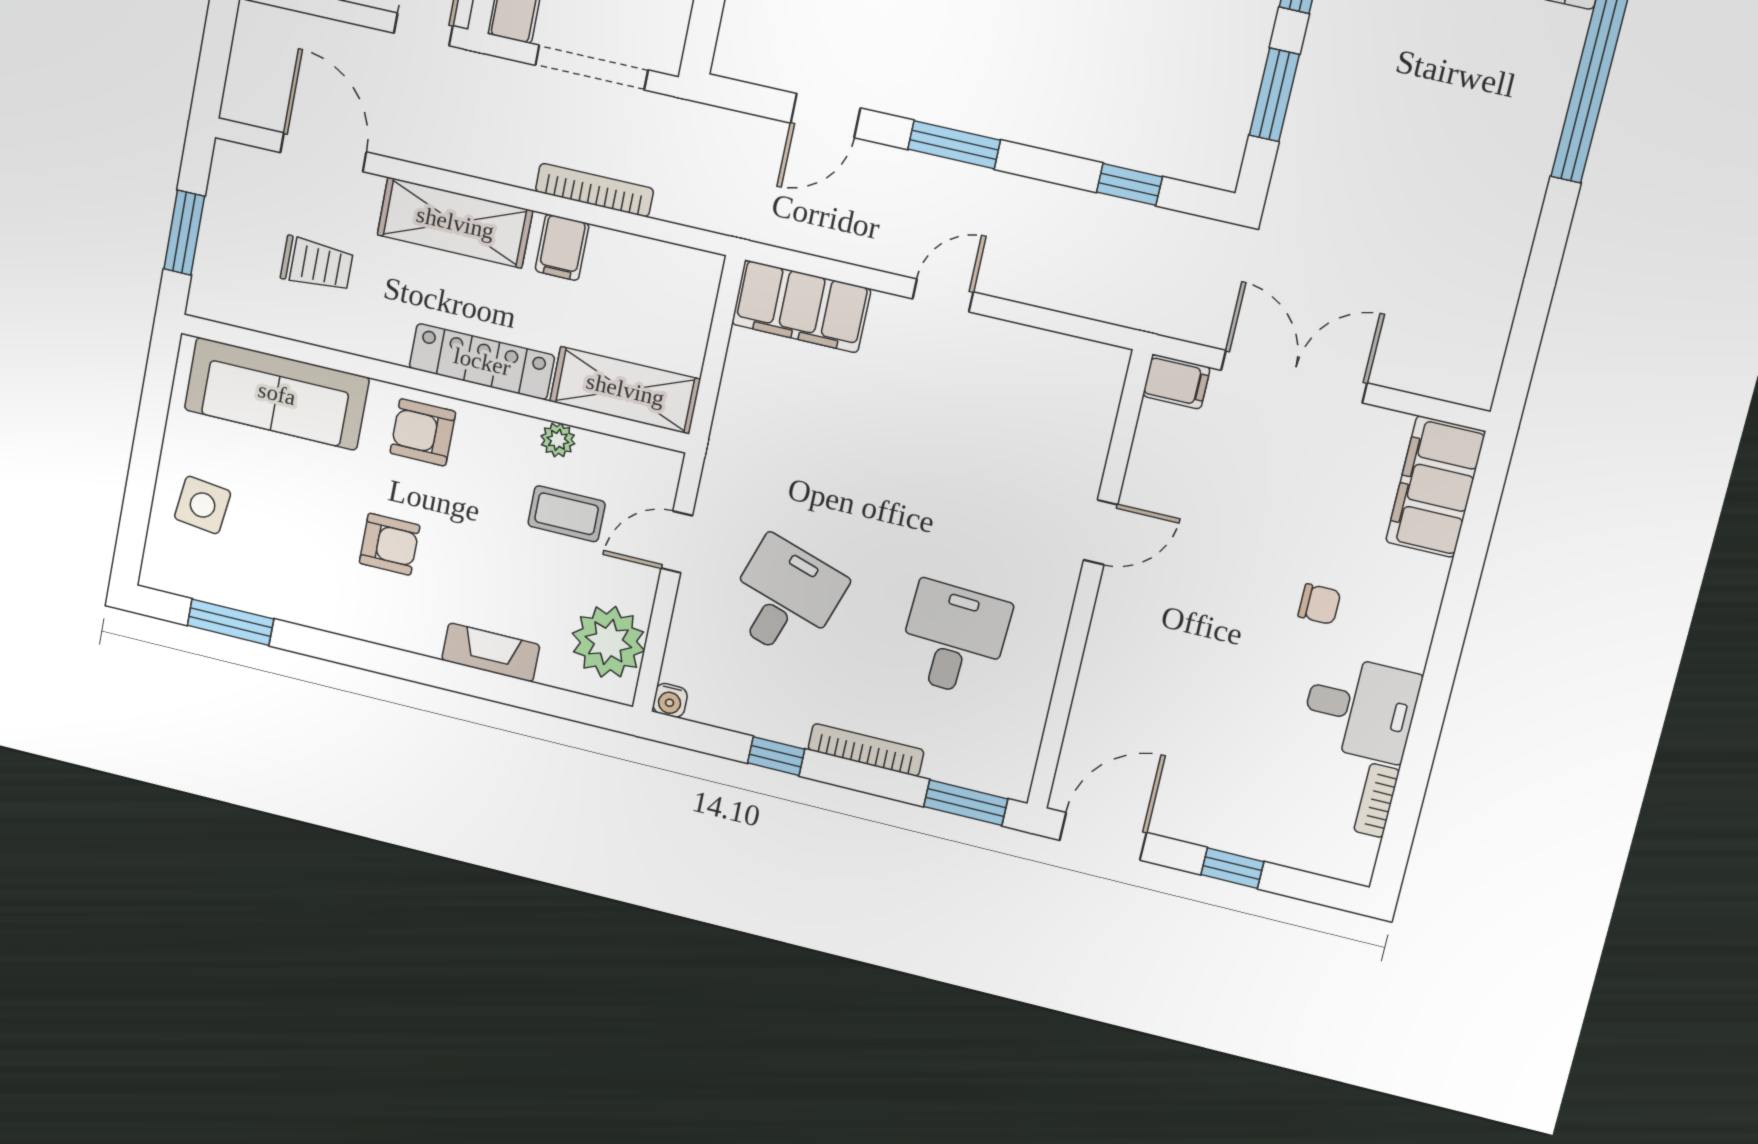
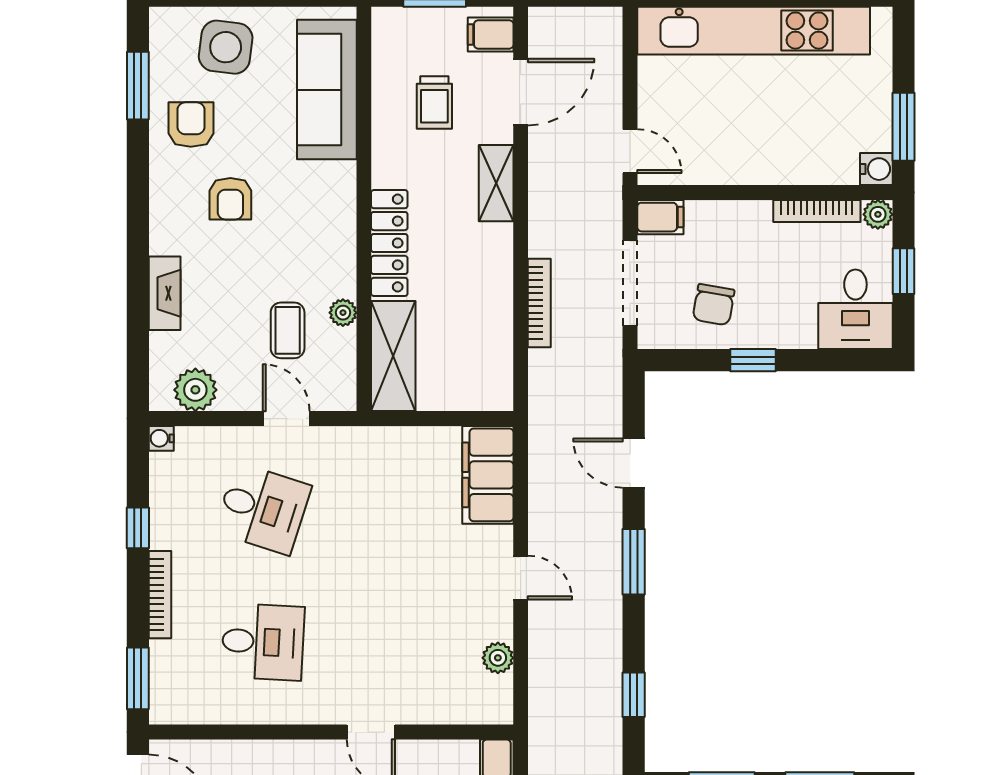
shelving: (455, 223) -> (496, 183), width x0.67, depth x0.75
filing cabinet: (562, 247) -> (491, 34), moved
plant: (1041, 349) -> (498, 658), added
armchair: (423, 432) -> (191, 125), moved
side table: (203, 505) -> (226, 47), width x1.37, depth x1.37
plant: (608, 642) -> (195, 390), width x0.73, depth x0.73

